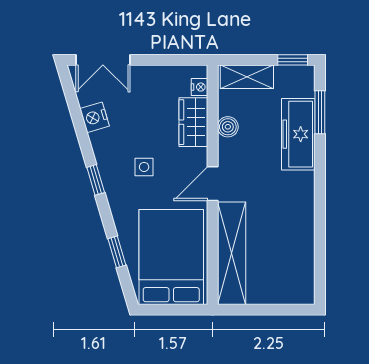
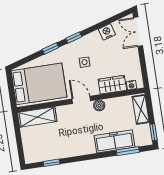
boiler: (228, 127) -> (99, 105), moved
window: (117, 252) -> (50, 48), moved
shelving: (232, 253) -> (37, 117), width x0.68
window: (320, 256) -> (51, 163), added

